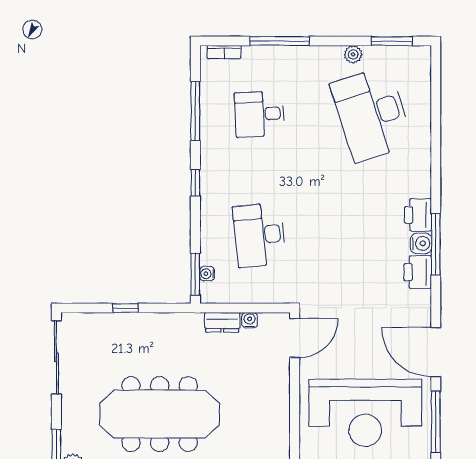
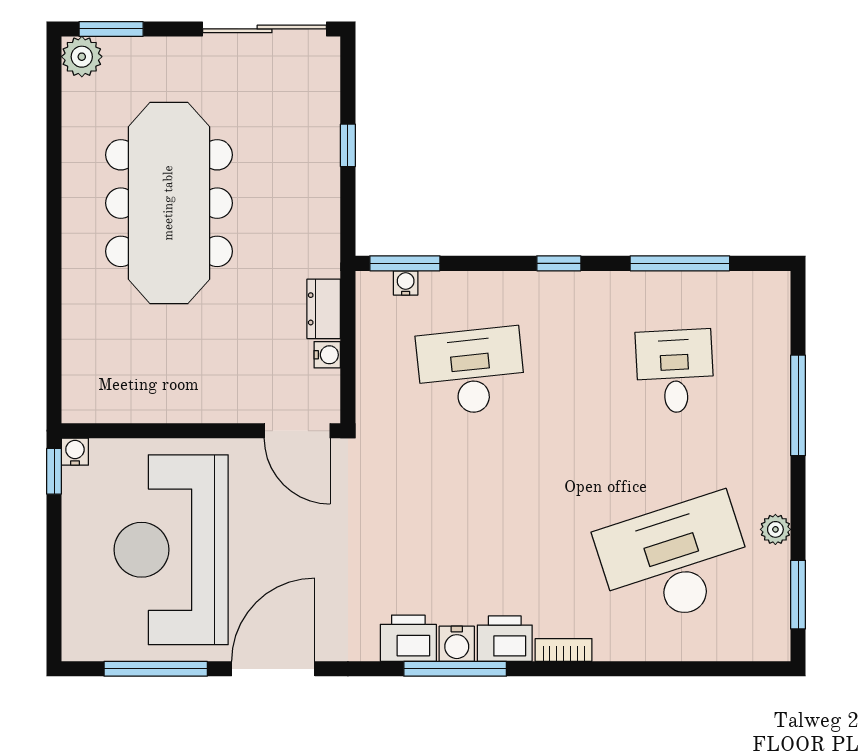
bookcase: (224, 52) -> (564, 650), moved, turned 90

